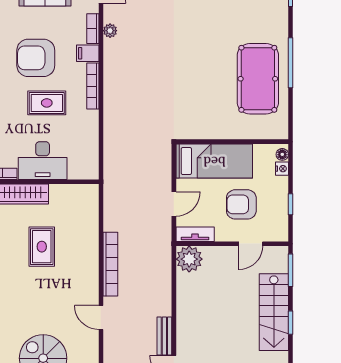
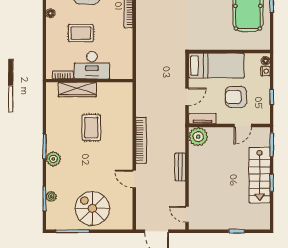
rug: (47, 103) -> (81, 33), moved
bench: (164, 336) -> (180, 167), moved

